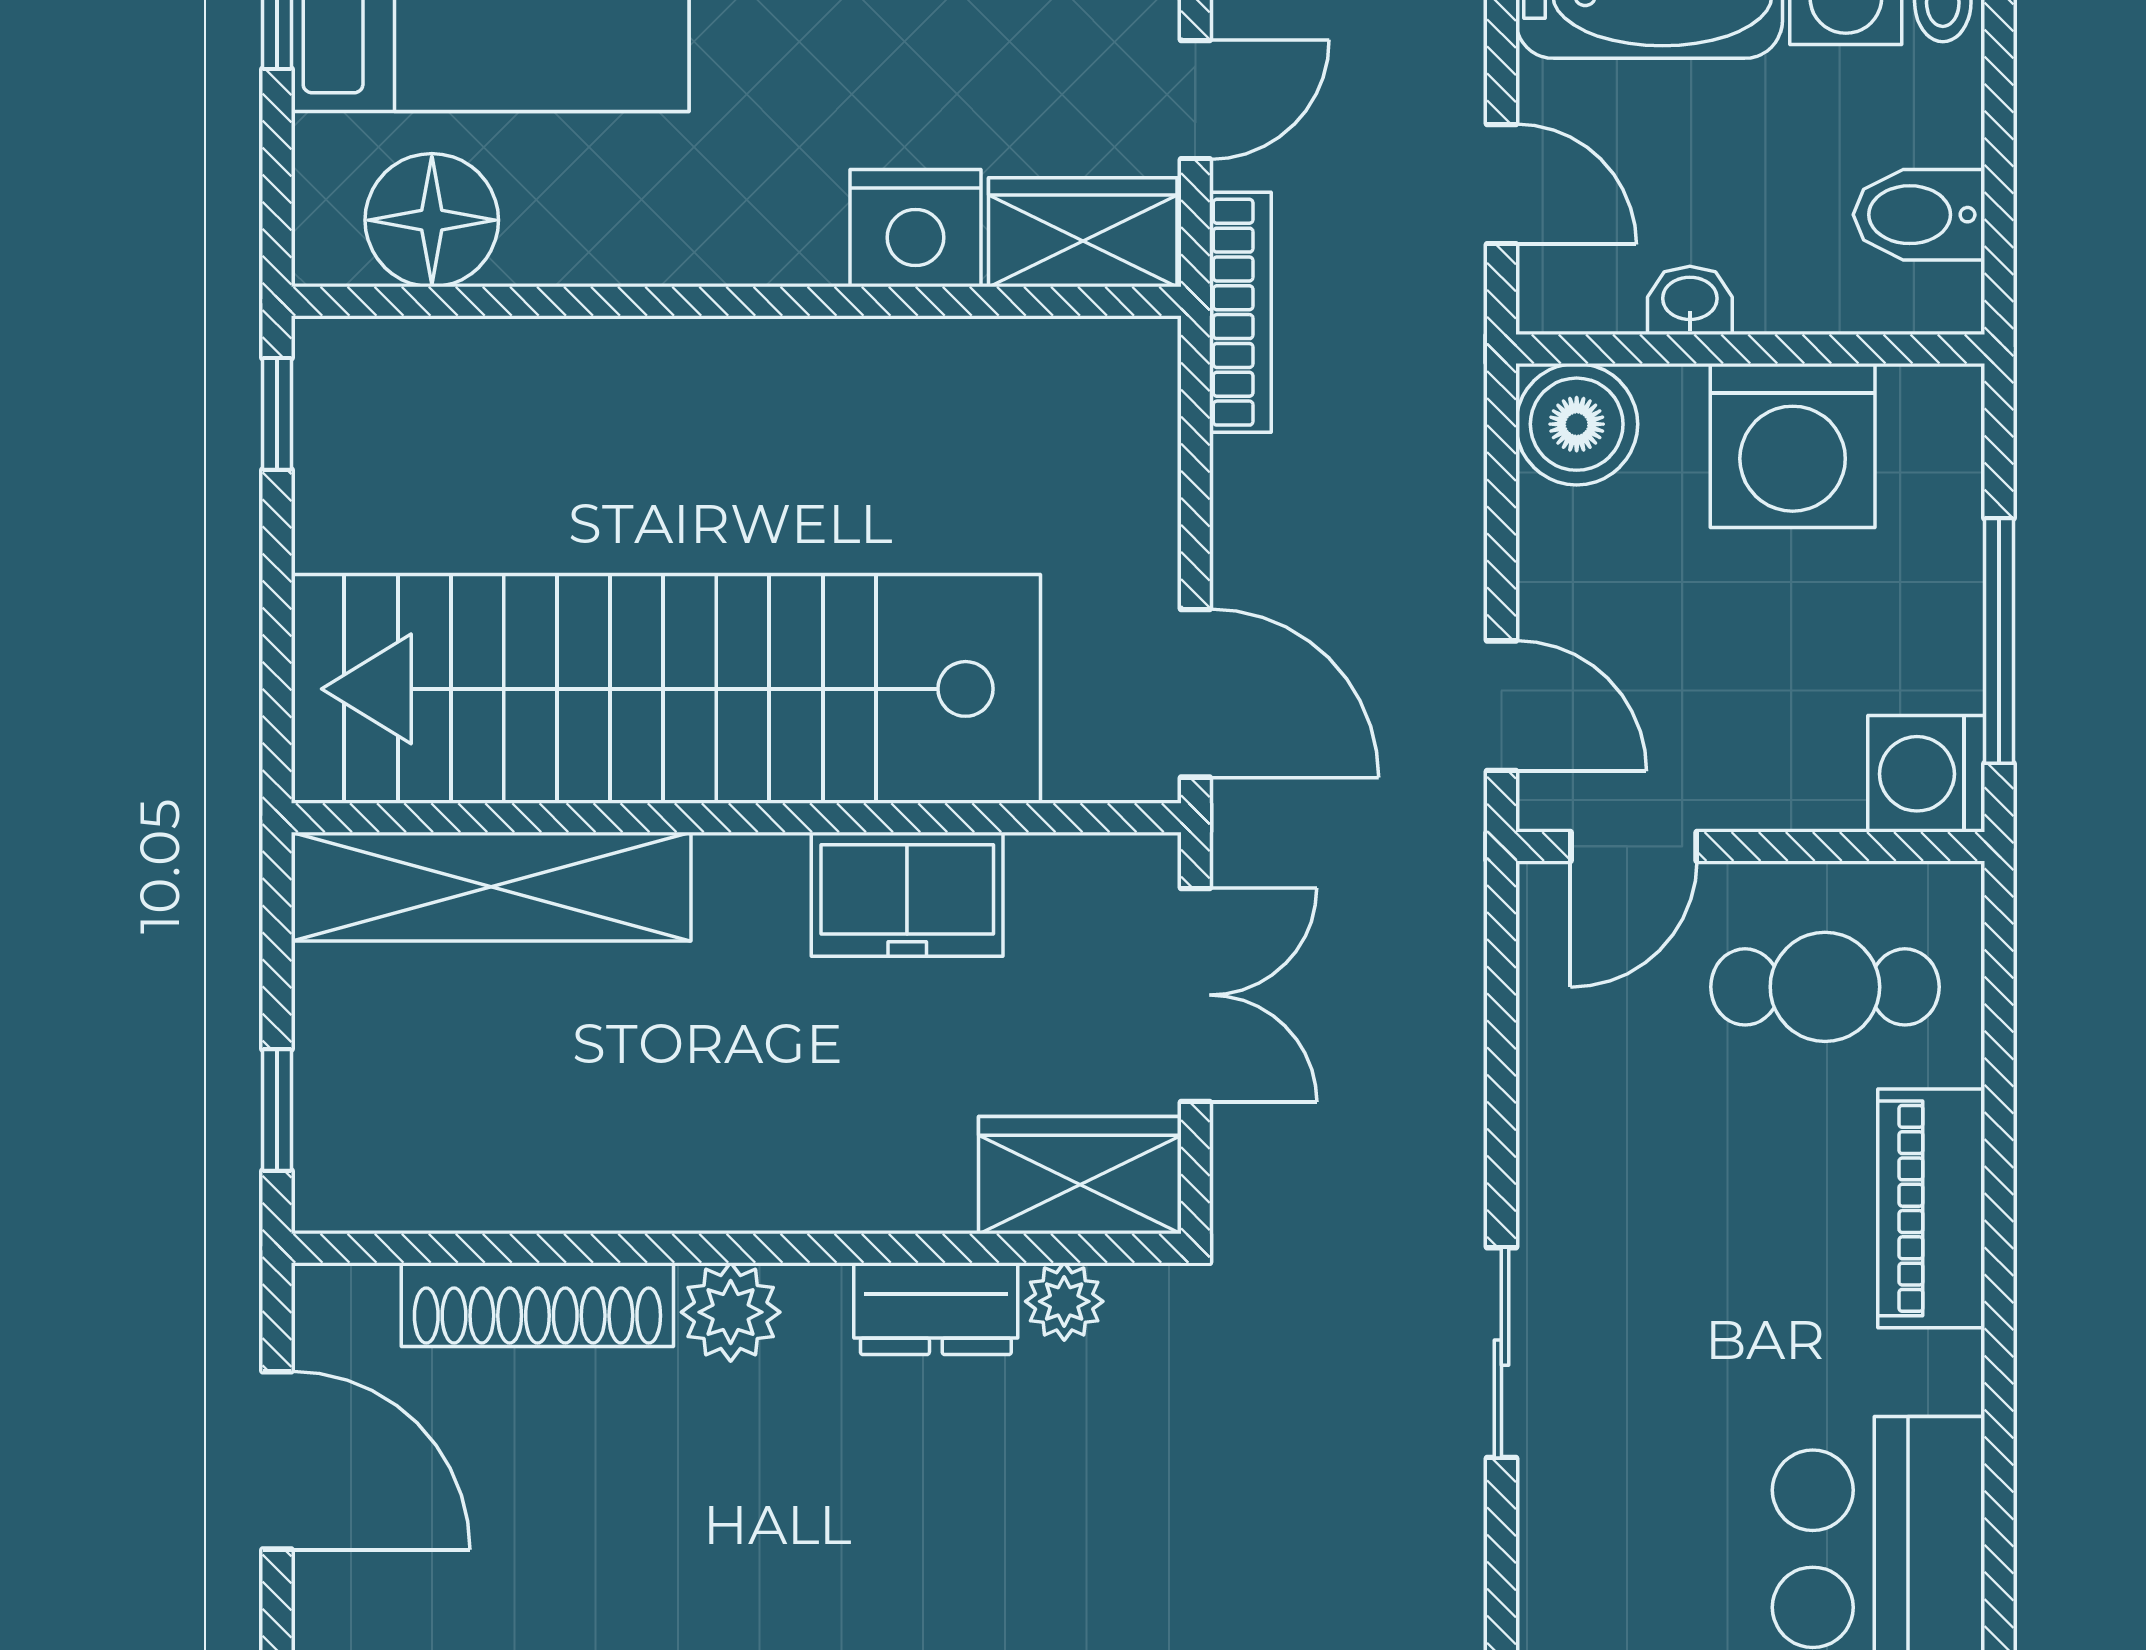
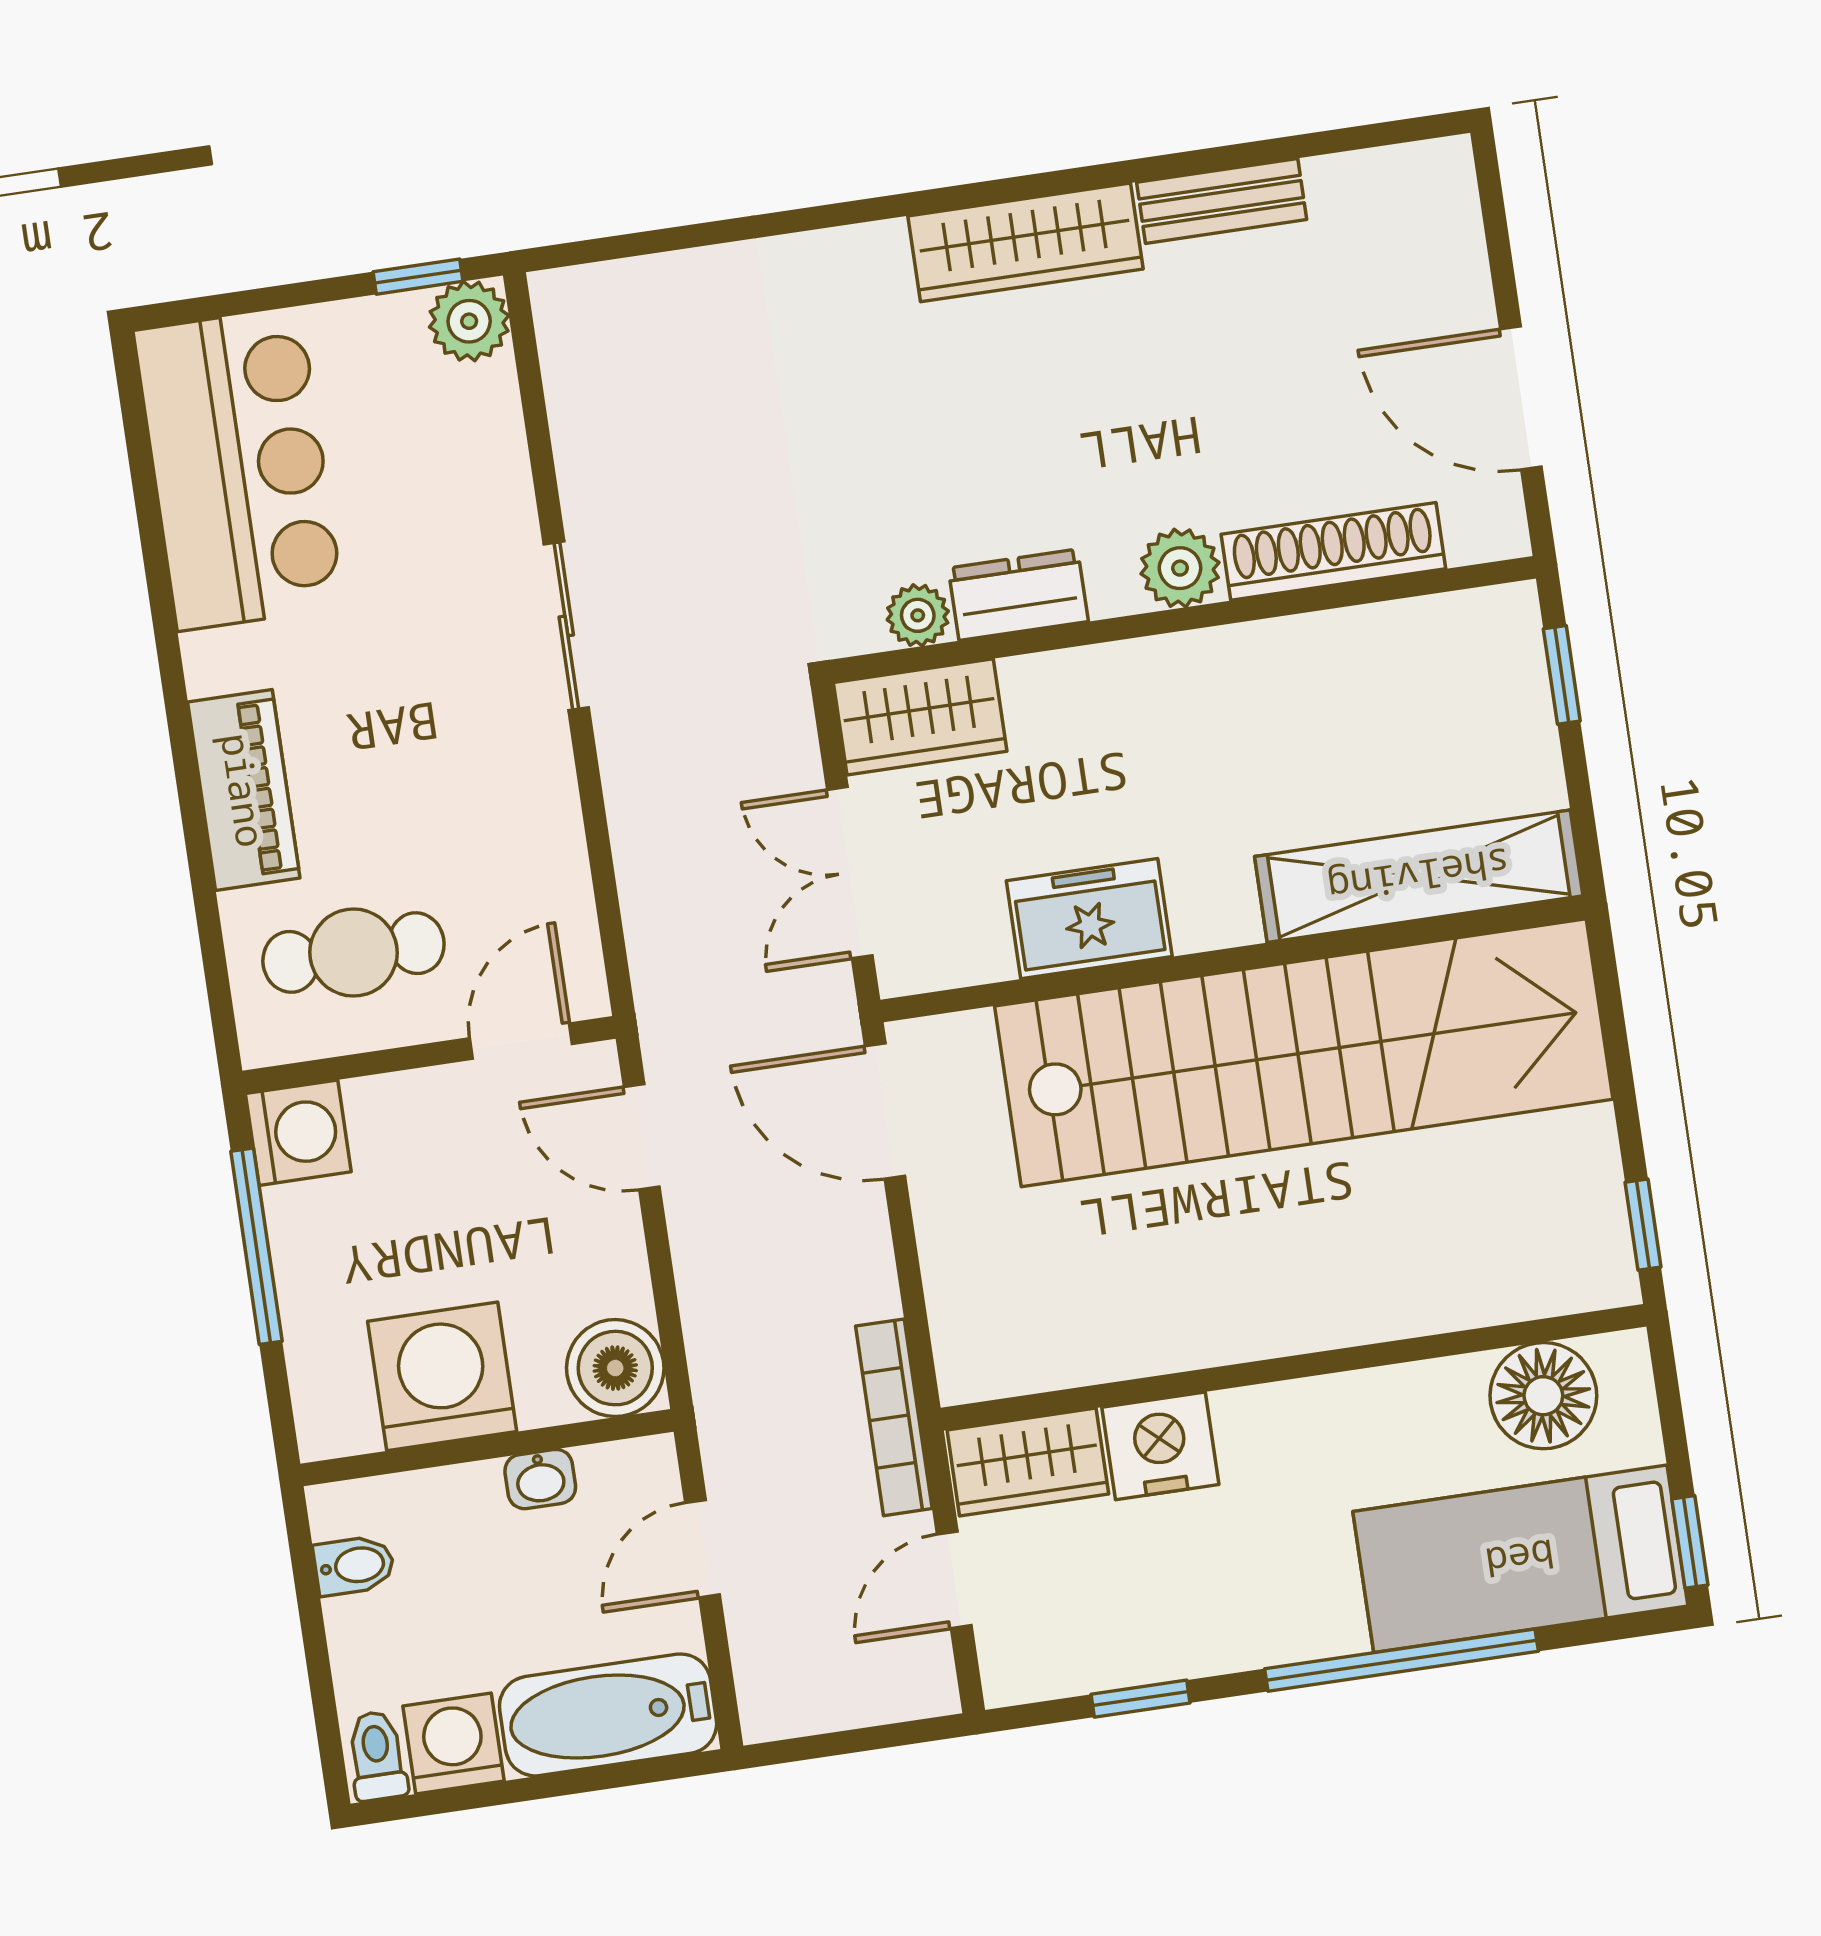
door: (1501, 184) -> (703, 1549), hinge flipped
bidet: (1919, 215) -> (354, 1566), width x0.72, depth x0.74

